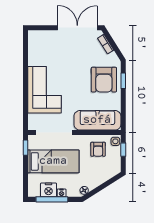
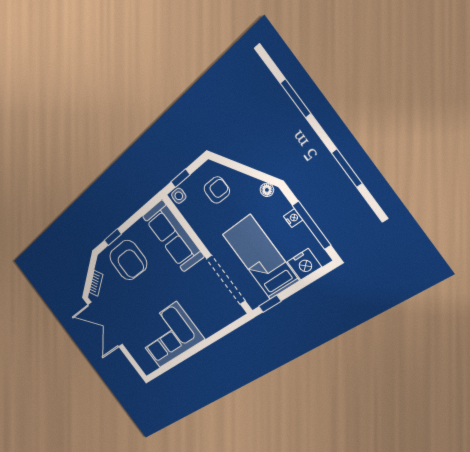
armchair: (104, 80) -> (128, 260), turned 90
corner sofa: (44, 90) -> (168, 335), moved
armchair: (98, 149) -> (217, 190), moved
nightstand: (49, 190) -> (304, 264), moved, turned 90

